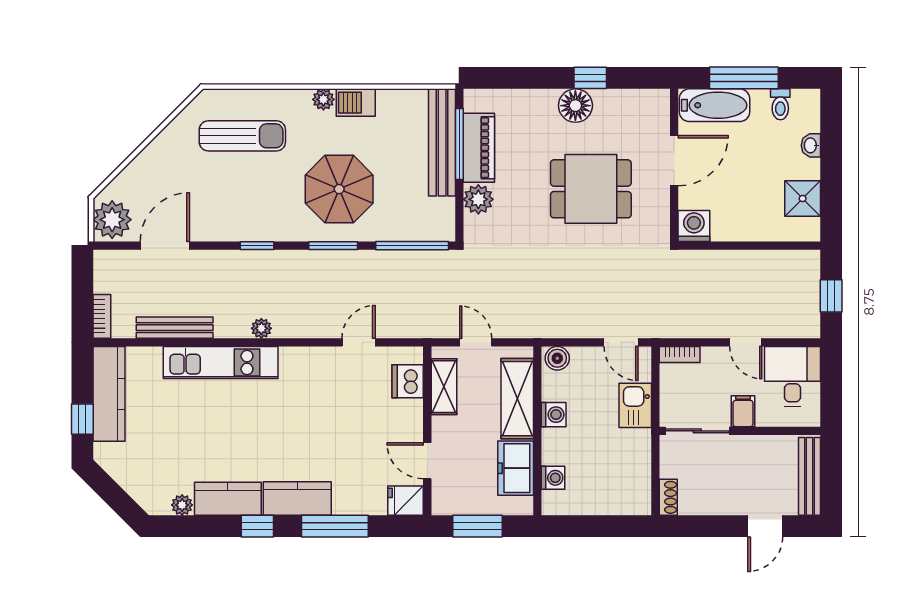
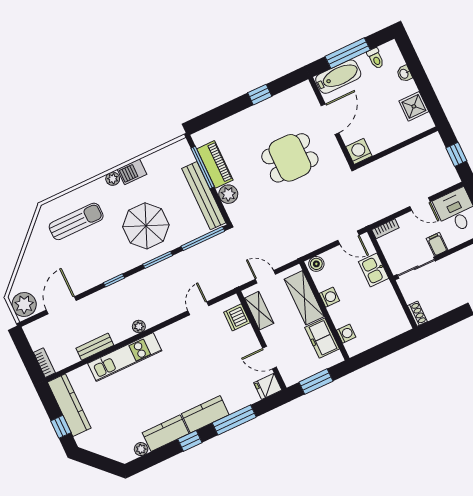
floor lamp: (575, 106) -> (259, 114), removed
bench: (442, 142) -> (204, 196), moved
bench: (175, 328) -> (95, 347), width x0.73

